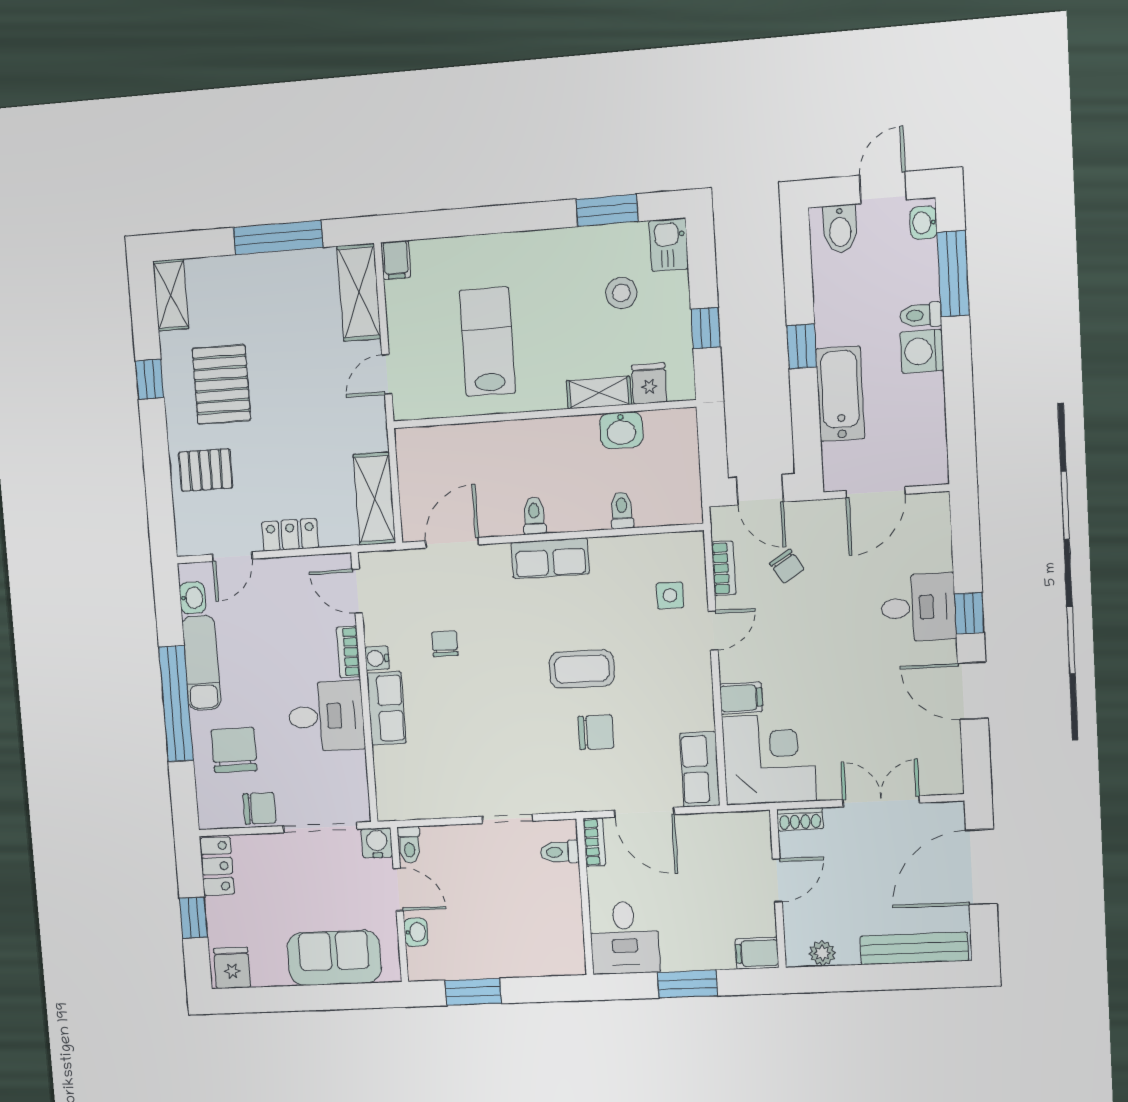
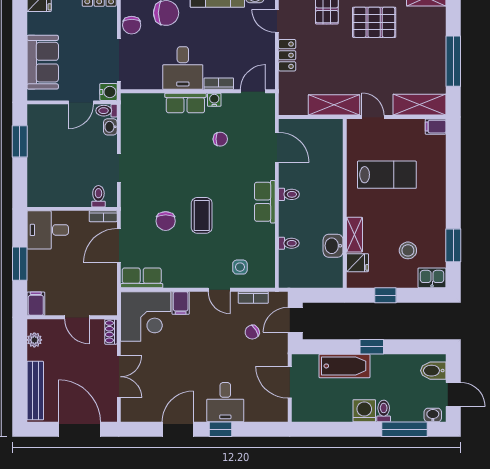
shelving: (374, 499) -> (334, 105), moved
washbasin: (416, 932) -> (110, 127), moved, turned 90

